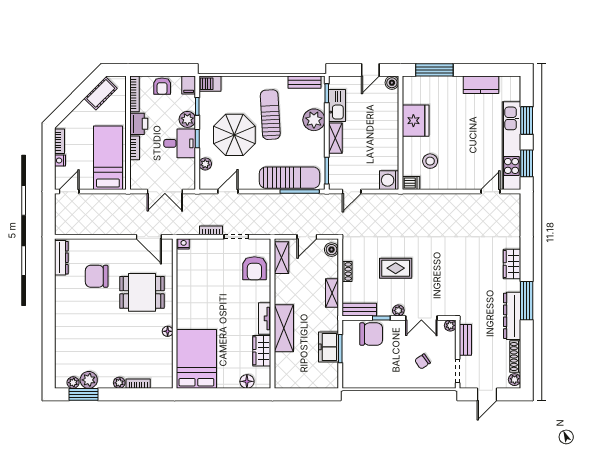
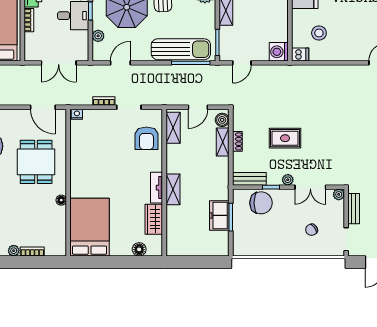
dining table: (142, 292) -> (36, 162), turned 90
shelving: (332, 293) -> (223, 142), moved
shelving: (284, 328) -> (173, 189), width x0.67, depth x0.75

